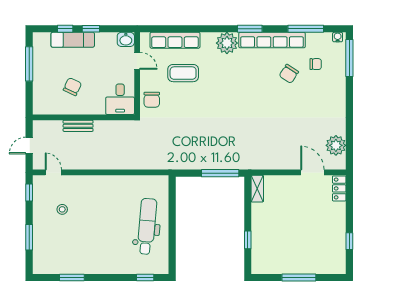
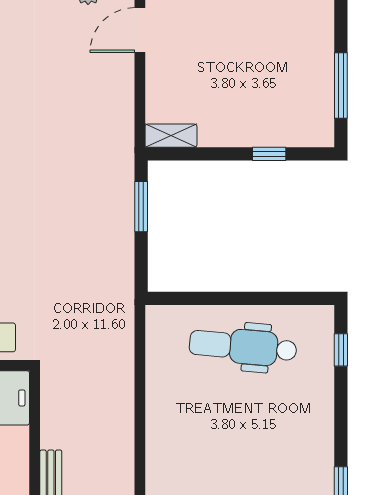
window: (220, 173) -> (141, 207), width x0.69
window: (299, 278) -> (341, 86), moved

